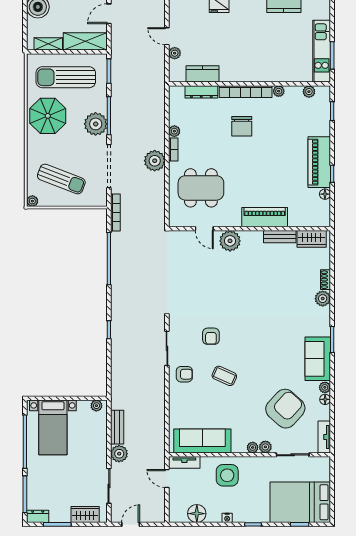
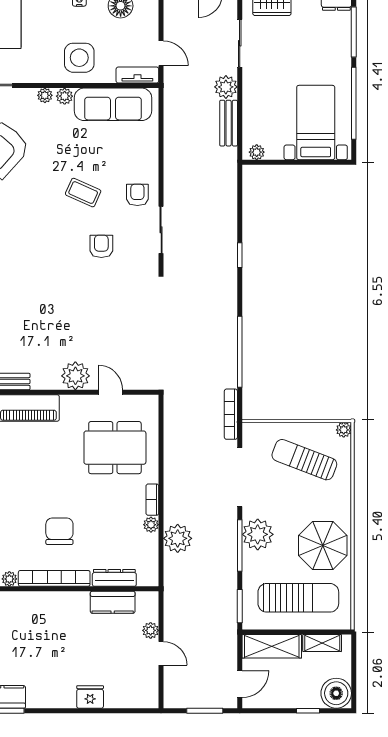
plant: (155, 161) -> (178, 538), moved
armchair: (184, 374) -> (137, 195), turned 90
plant: (265, 447) -> (65, 96), moved

